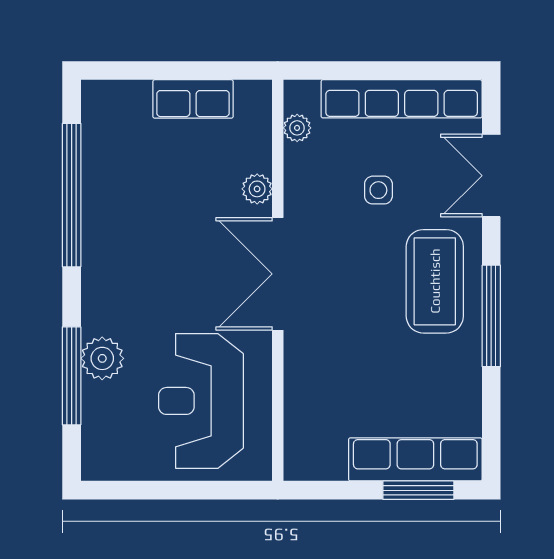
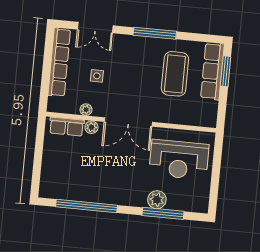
row of seats: (193, 99) -> (67, 127), moved, turned 90
plant: (297, 128) -> (86, 110), moved
coffee table: (435, 281) -> (175, 74), moved, turned 90

